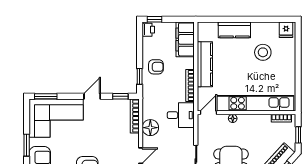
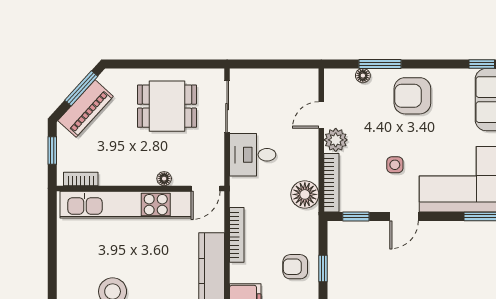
window: (140, 76) -> (323, 269), moved
desk: (181, 115) -> (253, 155), moved
side table: (98, 127) -> (395, 165), added
floor lamp: (150, 128) -> (305, 194), moved
plant: (132, 141) -> (336, 140), added

